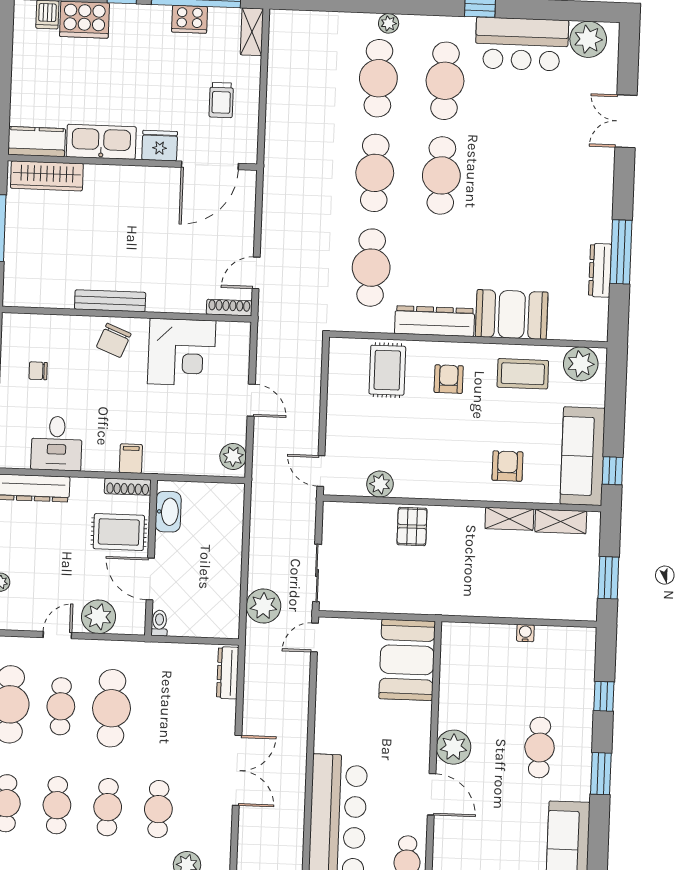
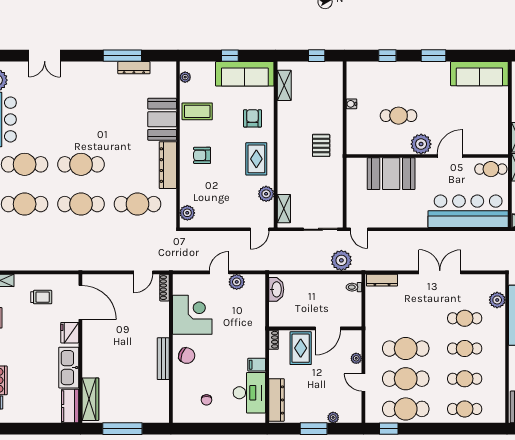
door: (256, 273) -> (143, 272), hinge flipped
plant: (353, 351) -> (187, 213), added
plant: (581, 364) -> (185, 77), width x0.53, depth x0.53
rug: (387, 370) -> (256, 159), moved, turned 90
coffee table: (523, 374) -> (197, 111), turned 90
desk: (57, 443) -> (249, 393), width x1.37
plant: (233, 456) -> (237, 282), moved
filing cabinet: (131, 459) -> (257, 365), moved
armchair: (507, 466) -> (252, 118), turned 90
window: (613, 471) -> (230, 56), moved
shoe rack: (128, 487) -> (273, 340), width x0.70
washbasin: (168, 512) -> (276, 289), moved, turned 90
shelving: (509, 519) -> (284, 209), moved
pallet: (412, 526) -> (321, 145), moved, turned 90
window: (608, 578) -> (317, 56), width x0.67
plant: (99, 617) -> (356, 358), width x0.53, depth x0.53
toilet: (159, 623) -> (354, 287), moved
booth: (407, 660) -> (391, 174), moved
cafe table: (61, 706) -> (406, 379), width x1.37, depth x1.35
cafe table: (540, 747) -> (399, 116), moved

